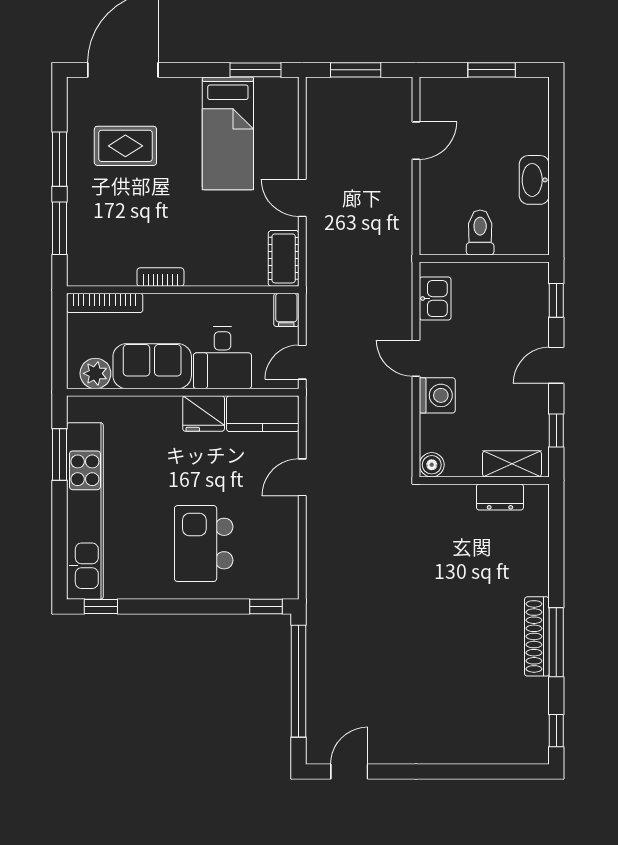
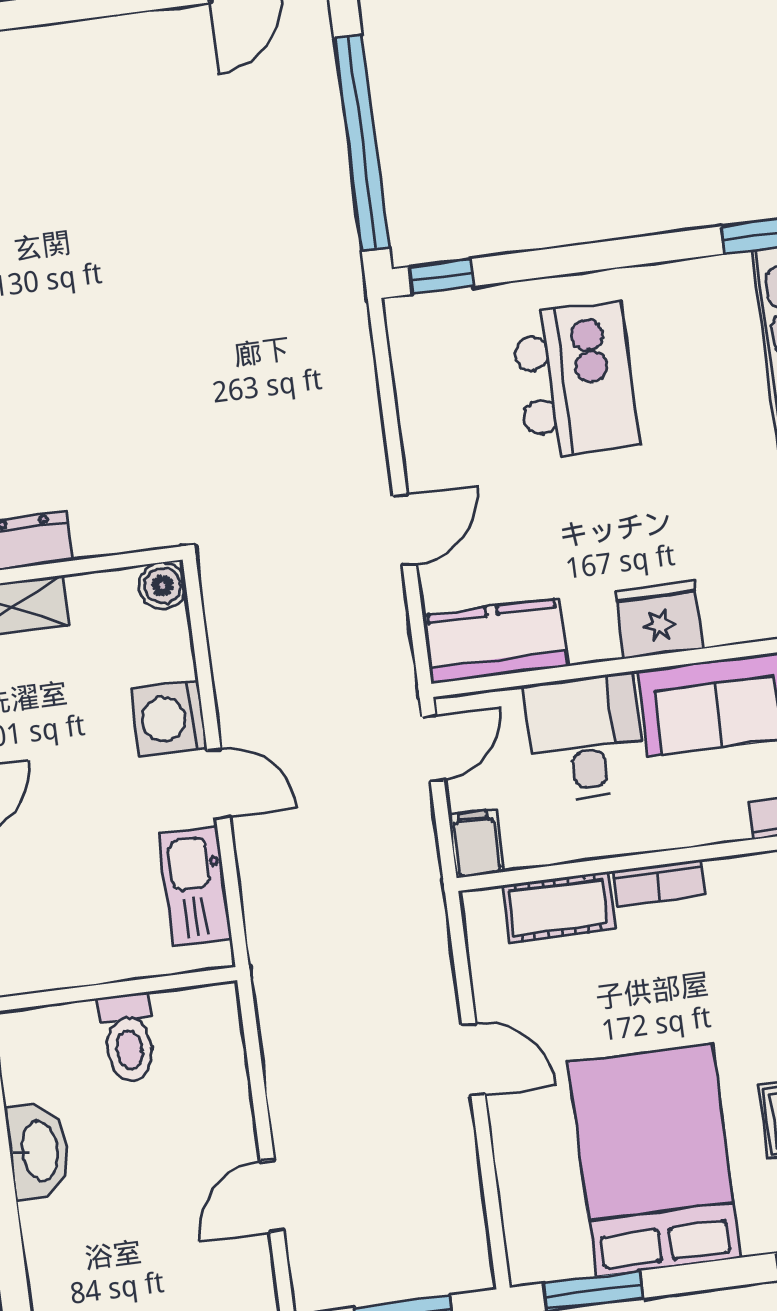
bed: (228, 133) -> (654, 1160), width x1.50
cot: (284, 258) -> (559, 907), moved, turned 90
bookcase: (160, 277) -> (659, 883), moved
kitchen sink: (435, 298) -> (195, 886), width x1.38
fridge: (204, 414) -> (659, 620), moved

